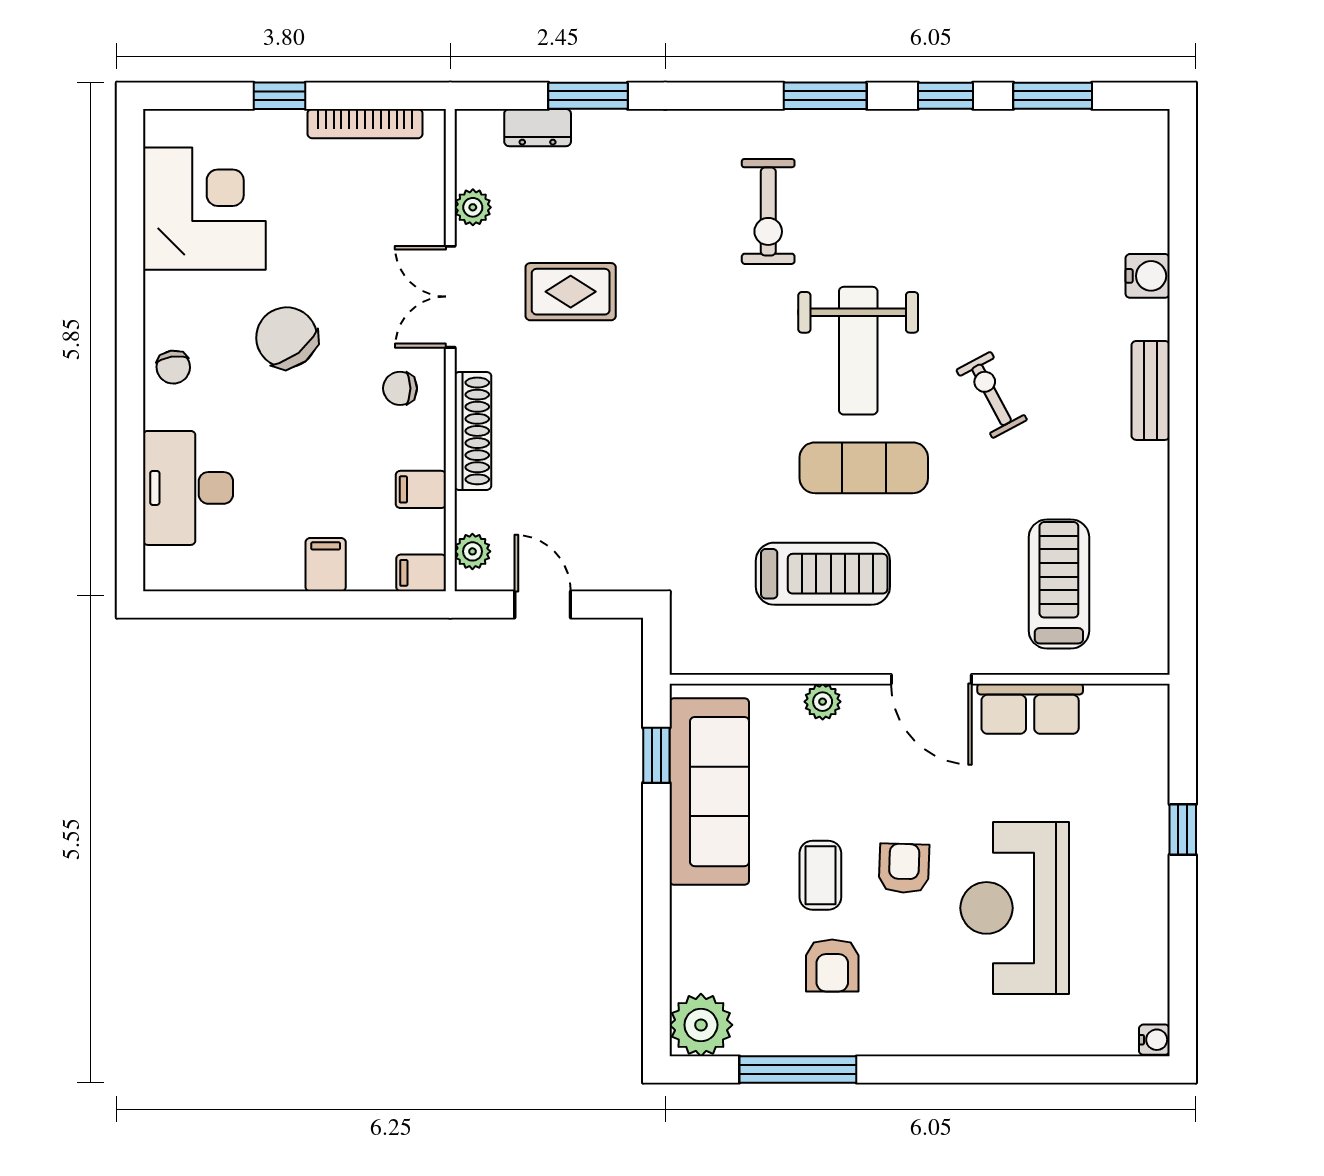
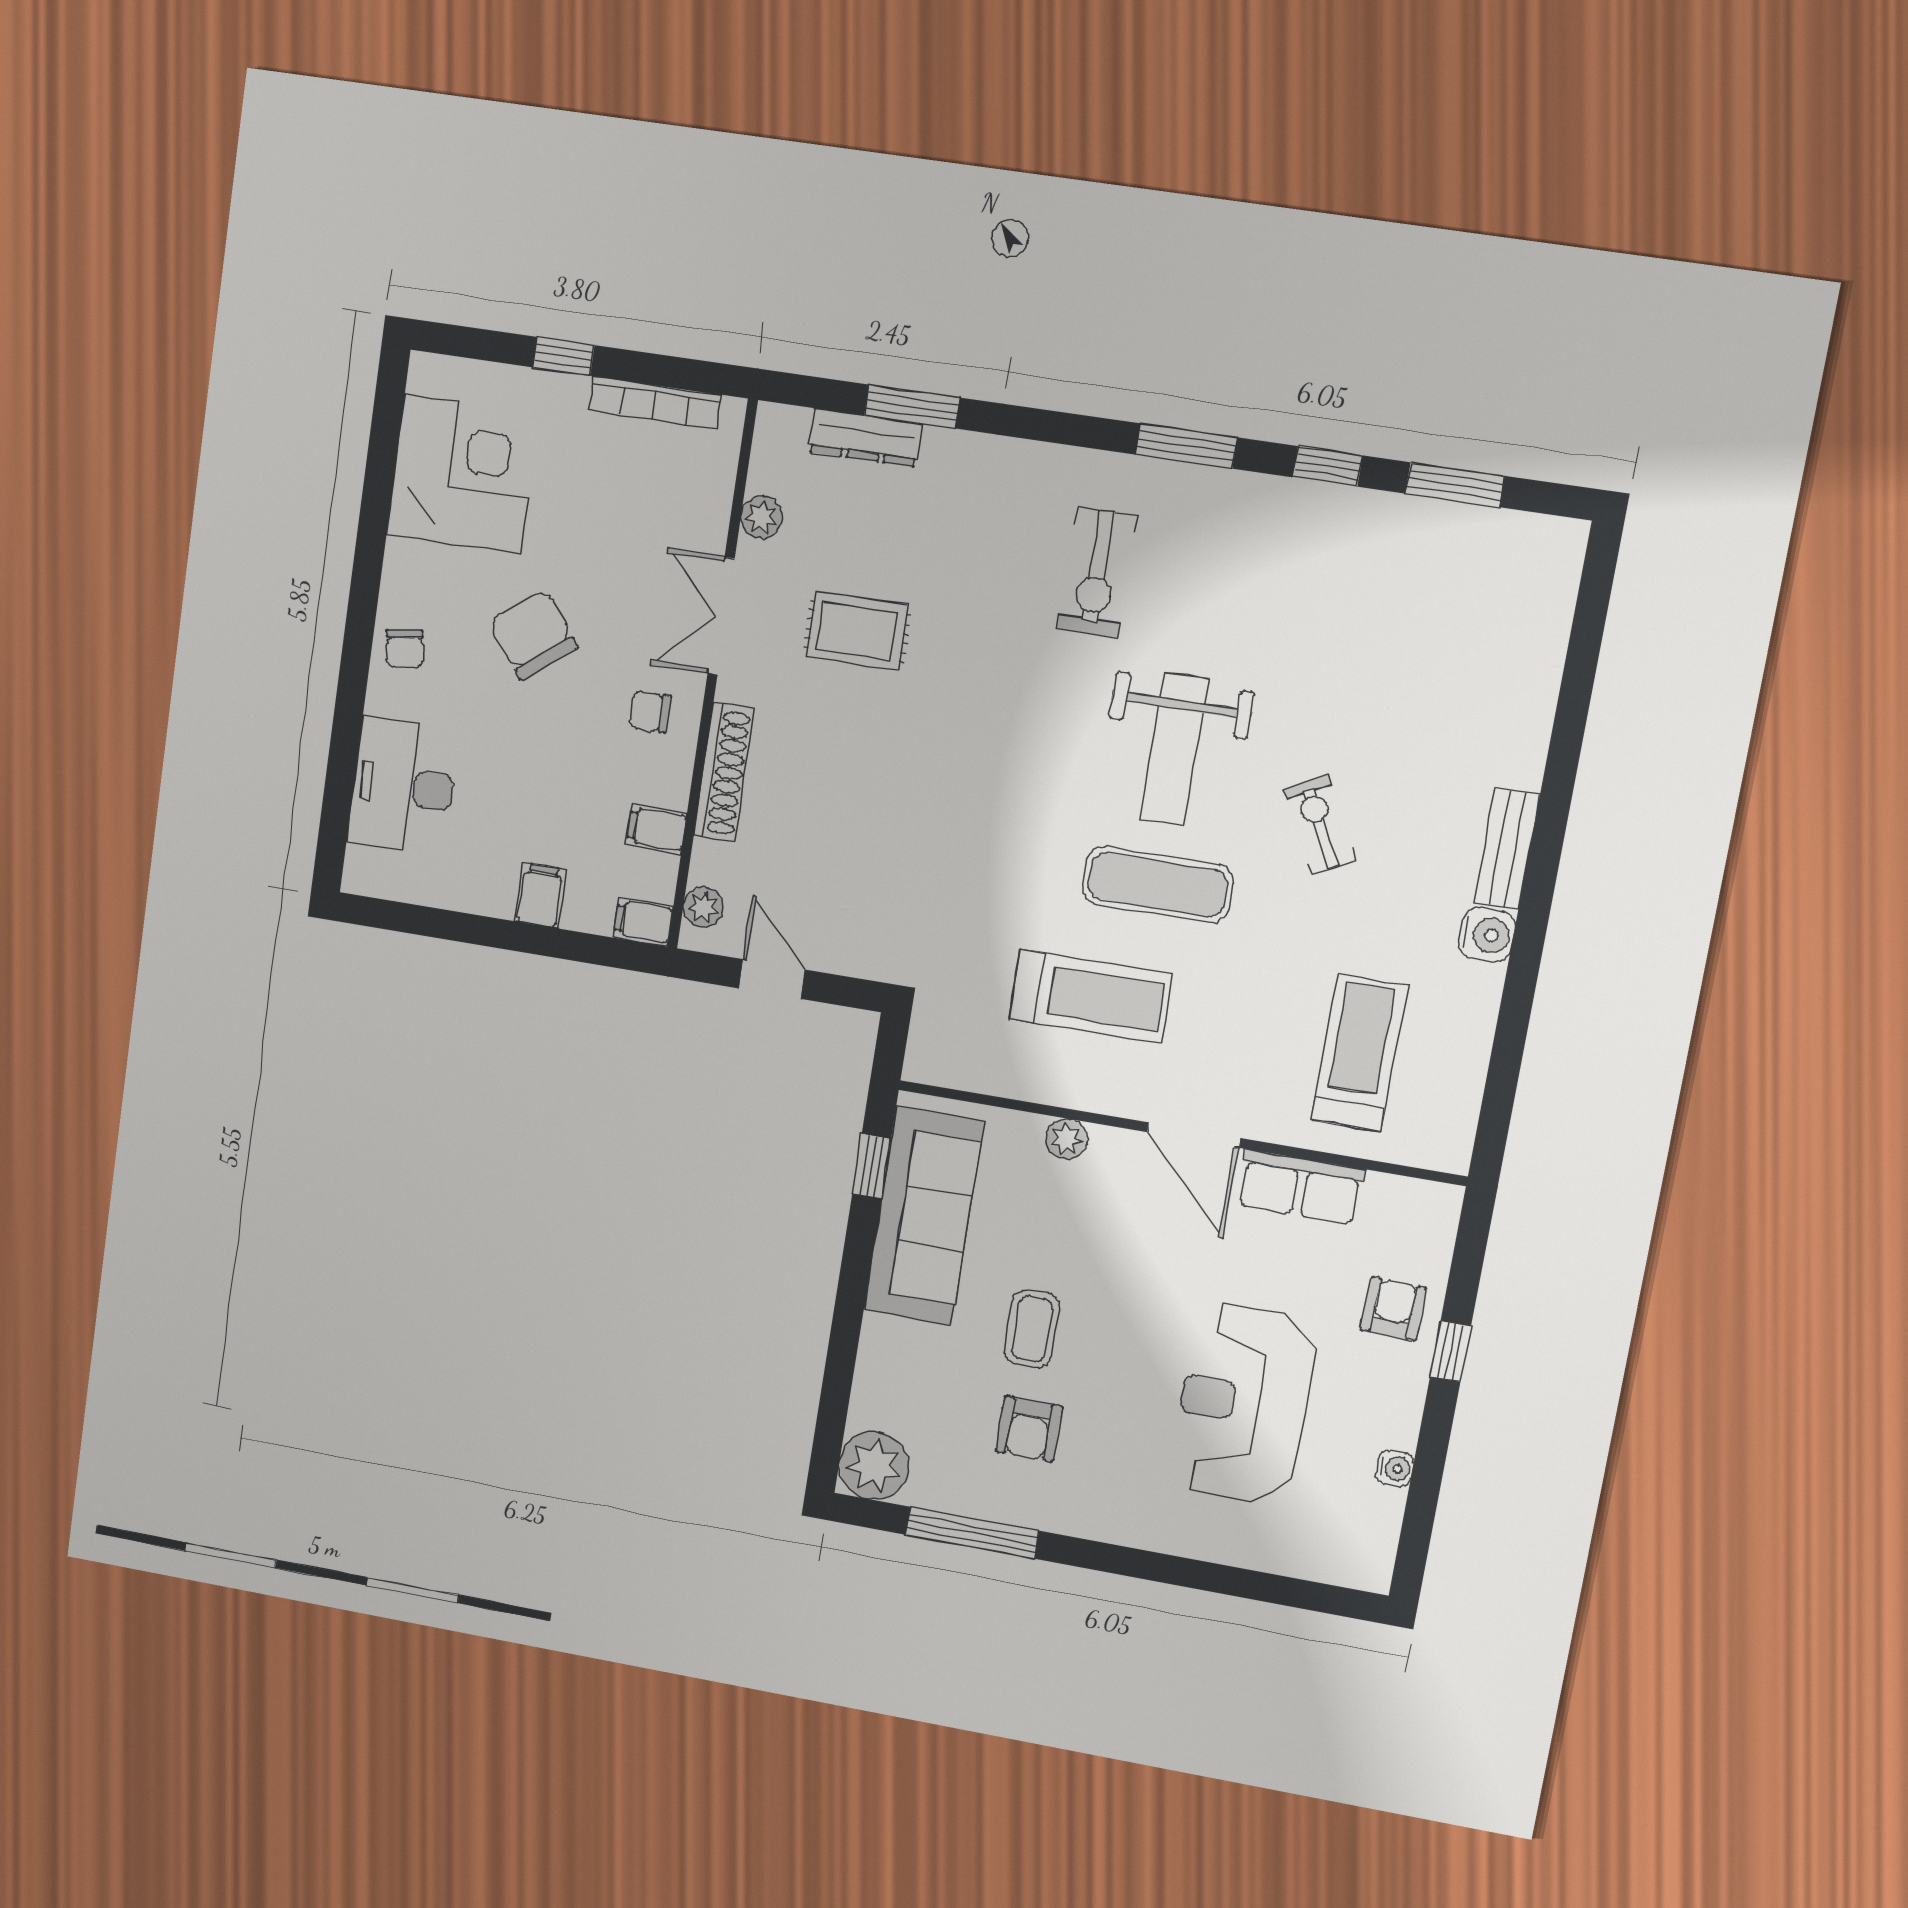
dresser: (538, 128) -> (865, 438), width x1.44
water cooler: (1148, 276) -> (1487, 935), moved
armchair: (904, 868) -> (1394, 1309), moved
water cooler: (1154, 1040) -> (1395, 1468), moved

